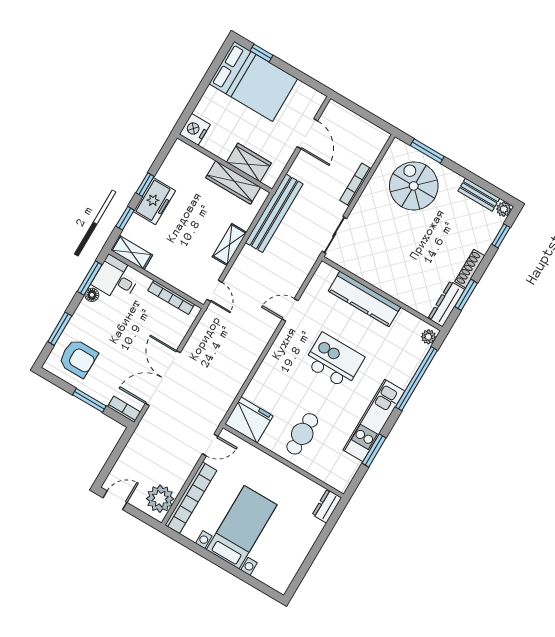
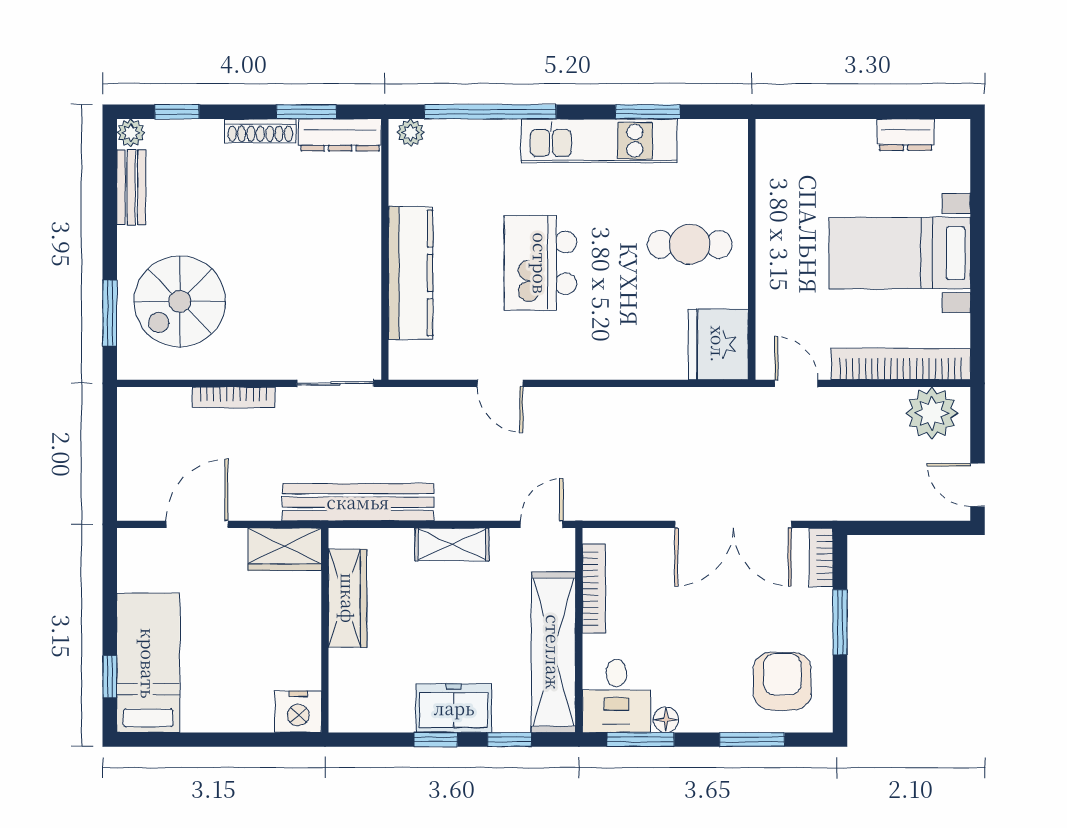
bed: (253, 81) -> (148, 663), width x0.67
wardrobe: (249, 163) -> (285, 549), moved, turned -90
shelving: (132, 252) -> (553, 652), width x2.20, depth x1.33
dresser: (327, 506) -> (906, 135), moved

